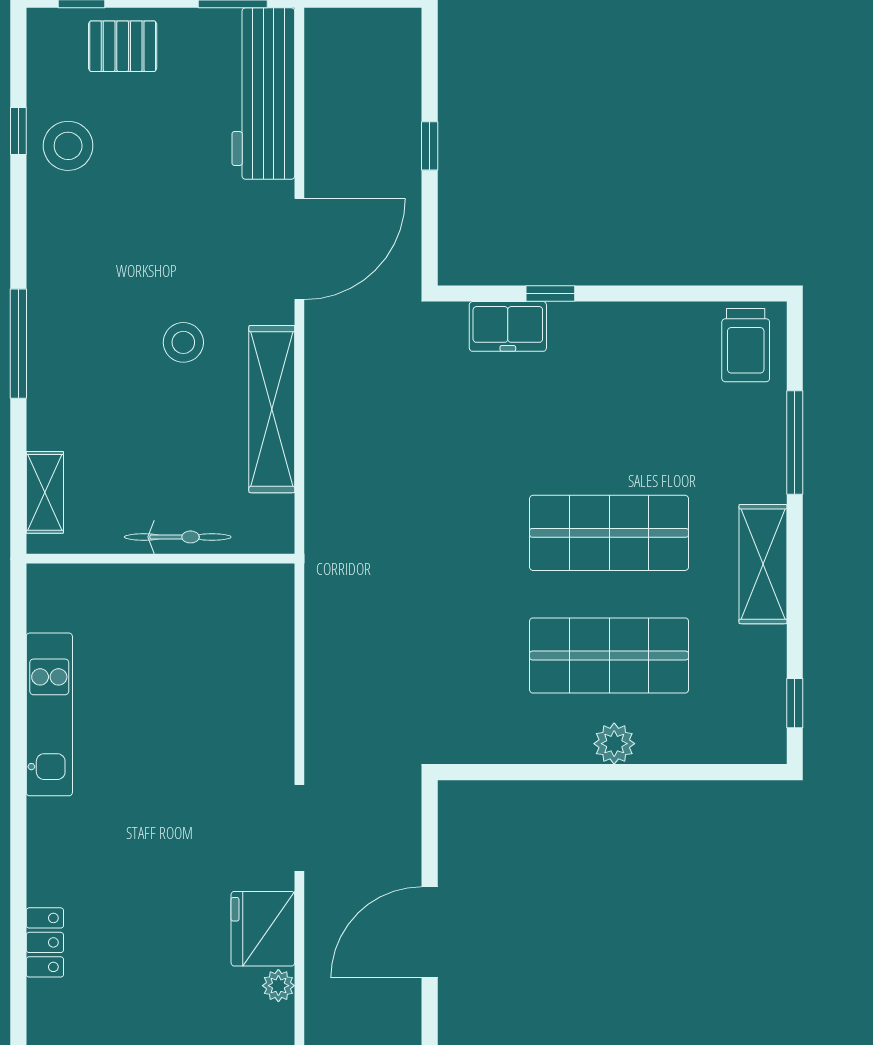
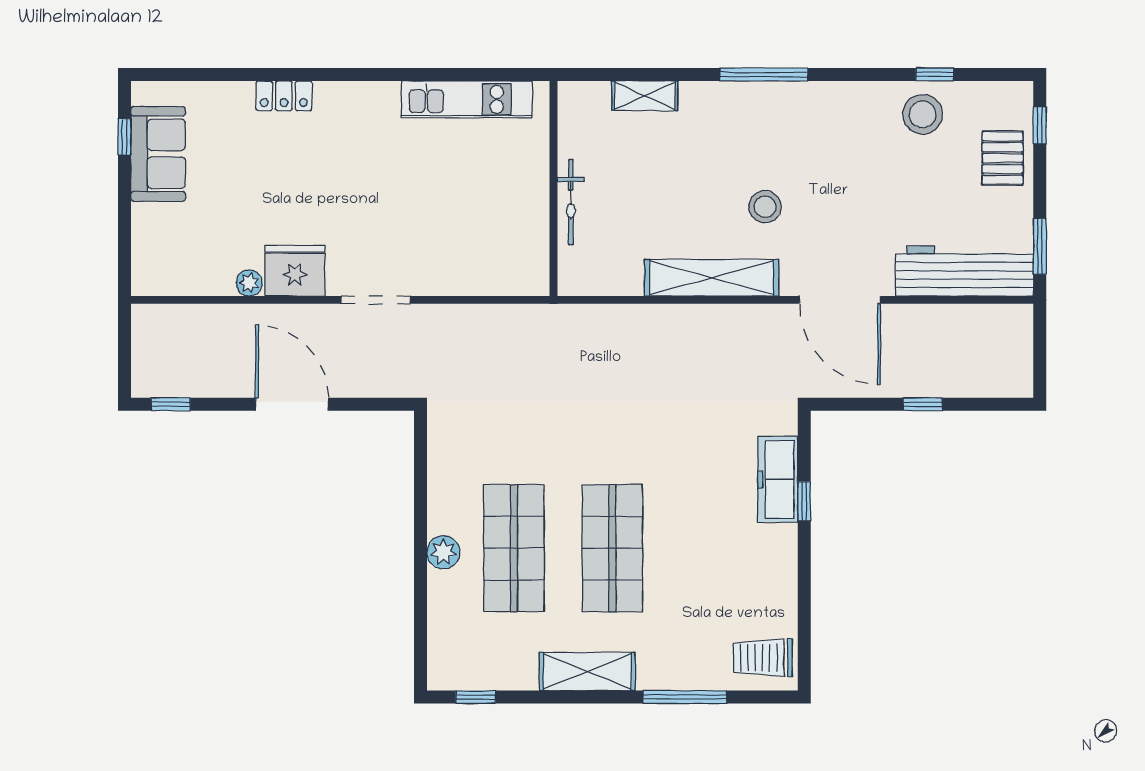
freezer: (508, 326) -> (778, 479), width x1.40
bicycle: (178, 537) -> (571, 202), moved
wall: (160, 559) -> (553, 188), moved

